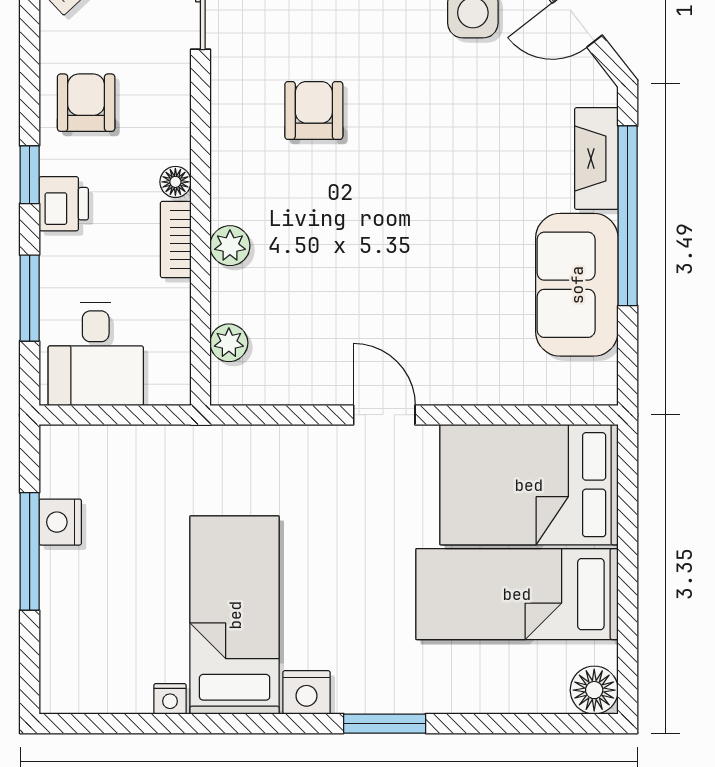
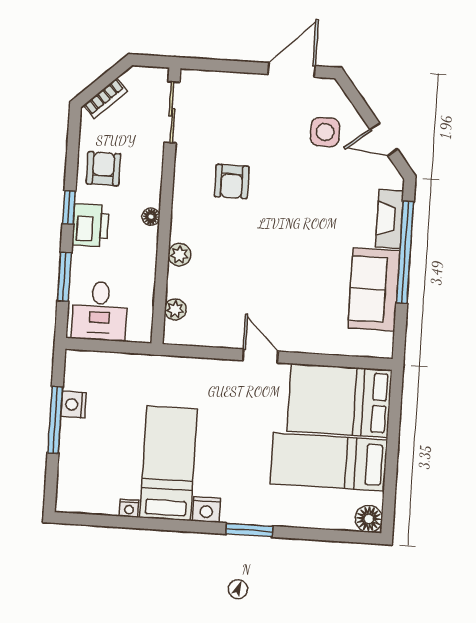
armchair: (314, 110) -> (232, 181), turned 180
printer: (64, 204) -> (90, 225), width x1.36, depth x1.24
bookcase: (176, 239) -> (149, 249), removed

